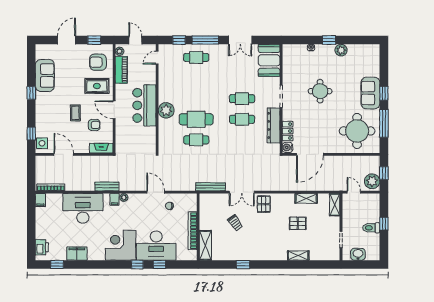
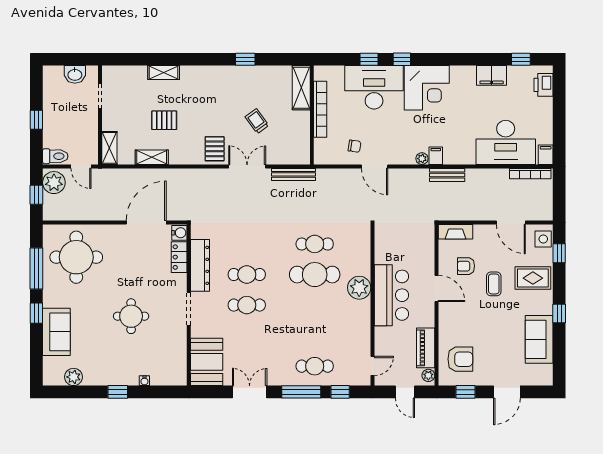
plant: (341, 50) -> (74, 377), moved
rug: (97, 86) -> (533, 278), moved
sofa: (370, 93) -> (56, 332), moved
desk: (83, 208) -> (506, 142), moved
toilet: (371, 228) -> (55, 156), moved

